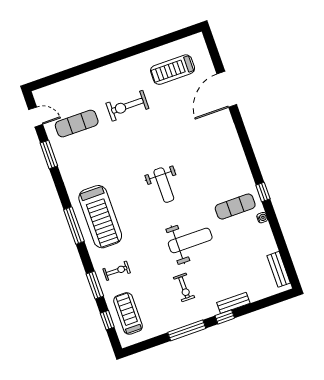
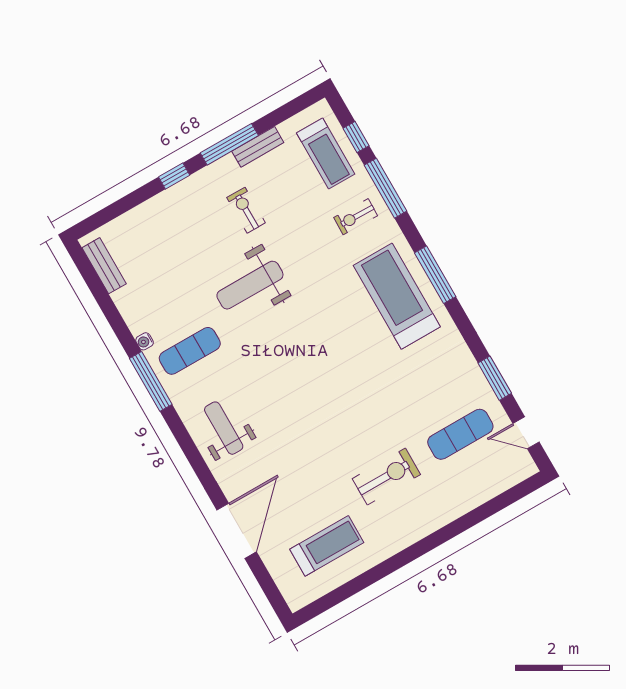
weight bench: (164, 185) -> (224, 428), moved
window: (263, 192) -> (151, 381), width x2.17
window: (95, 285) -> (385, 188), width x1.44
bench: (233, 303) -> (258, 147), moved

